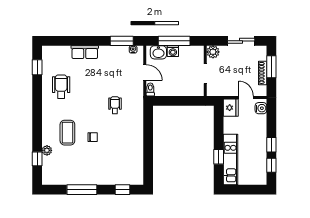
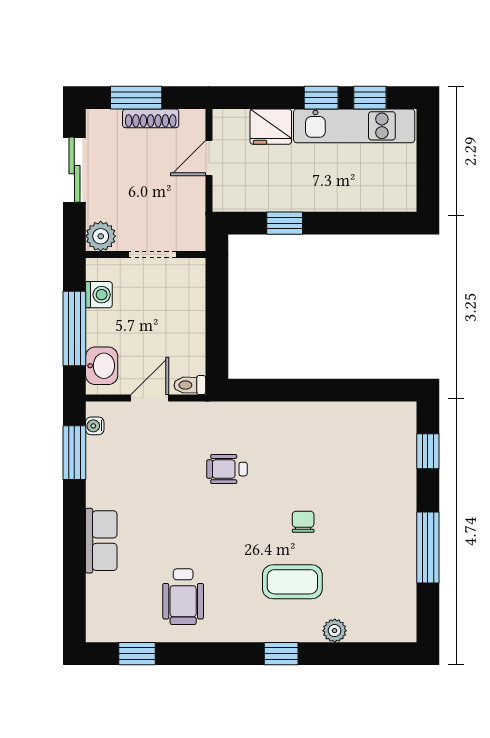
washing machine: (173, 51) -> (99, 295), moved
wheelchair: (61, 87) -> (183, 597), turned -90
fridge: (231, 108) -> (271, 127), moved, turned 180
water cooler: (261, 108) -> (234, 122), removed
window: (219, 157) -> (285, 223), moved
window: (37, 159) -> (281, 654), moved
kitchen unit: (230, 160) -> (354, 126), moved, turned 180

